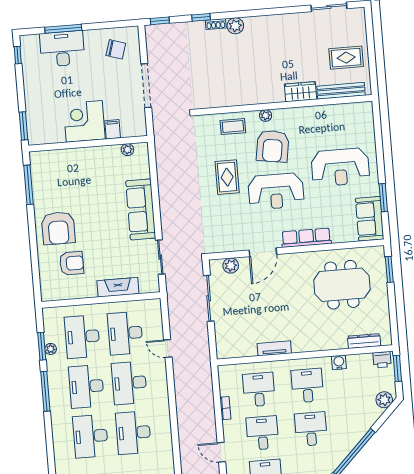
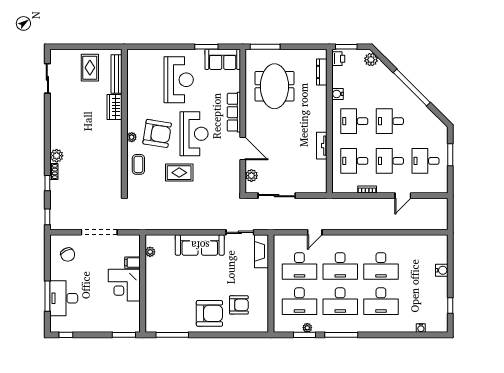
chair: (116, 49) -> (68, 255), turned 136
armchair: (72, 263) -> (239, 305), turned 90
window: (389, 269) -> (265, 47), width x1.44
fireplace: (118, 287) -> (262, 251), moved

